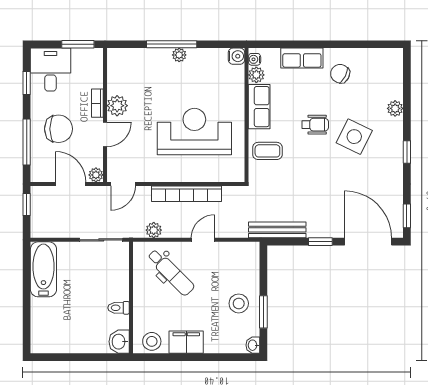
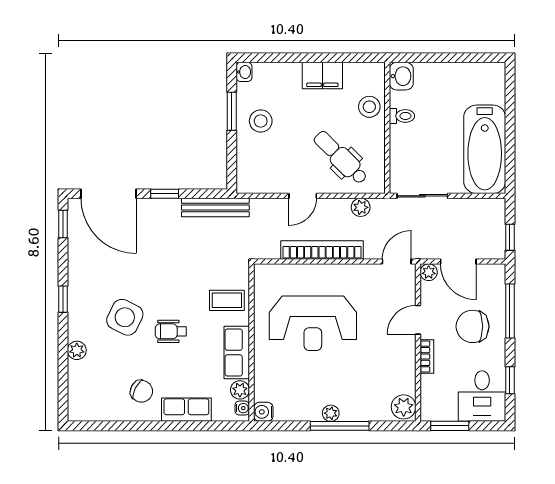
plant: (117, 106) -> (404, 407), moved
bathtub: (43, 269) -> (485, 149), width x1.36, depth x1.36
stool: (152, 341) -> (369, 107), moved

